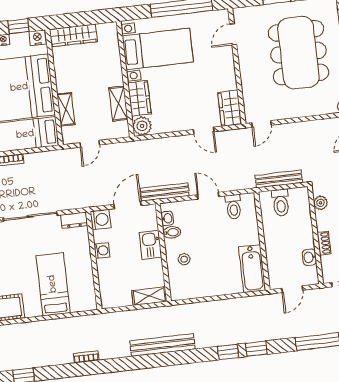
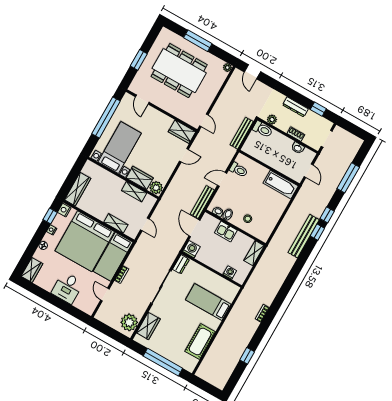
toilet: (281, 203) -> (263, 129), moved
washing machine: (102, 251) -> (230, 273), moved
bench: (162, 345) -> (304, 236), moved

